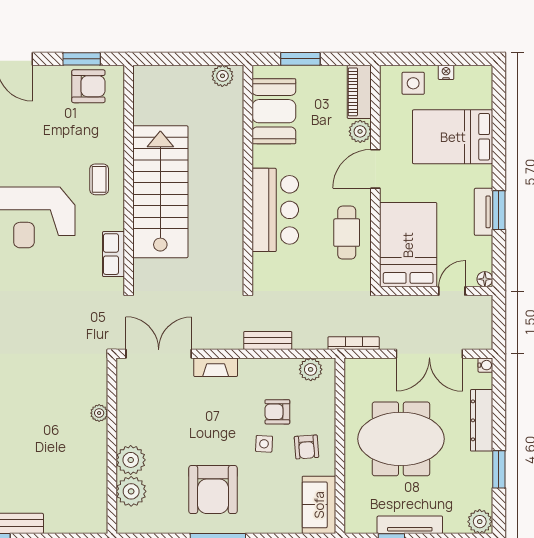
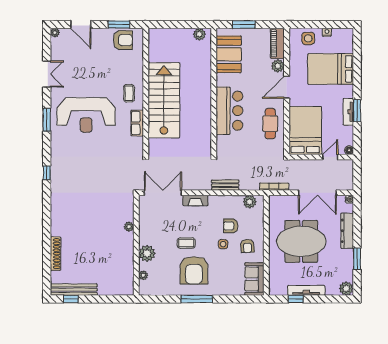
row of seats: (114, 254) -> (137, 123), moved
coffee table: (199, 442) -> (186, 243), added
plant: (131, 491) -> (143, 275), width x0.53, depth x0.53

